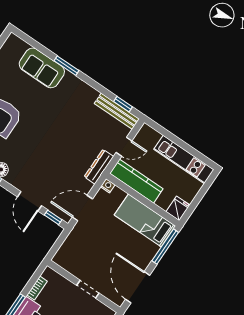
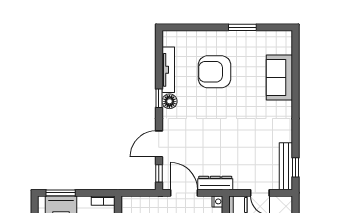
window: (66, 66) -> (296, 97), removed
dresser: (99, 167) -> (215, 183), moved
bookcase: (37, 288) -> (103, 201), moved

